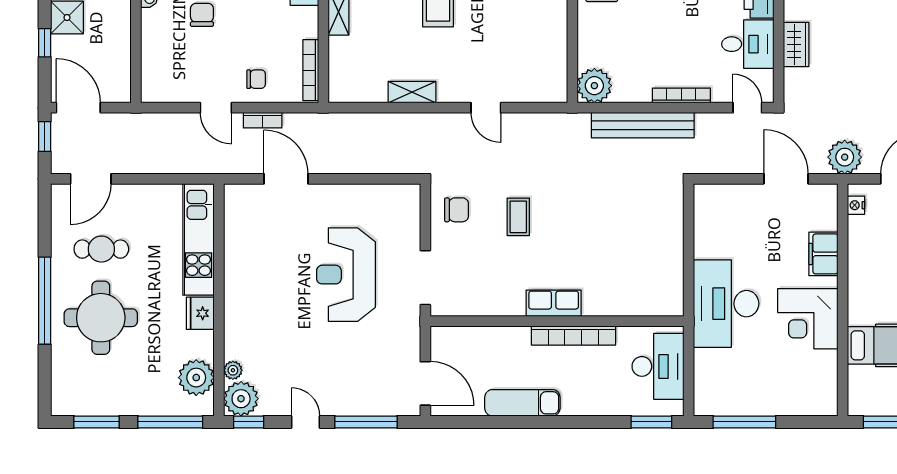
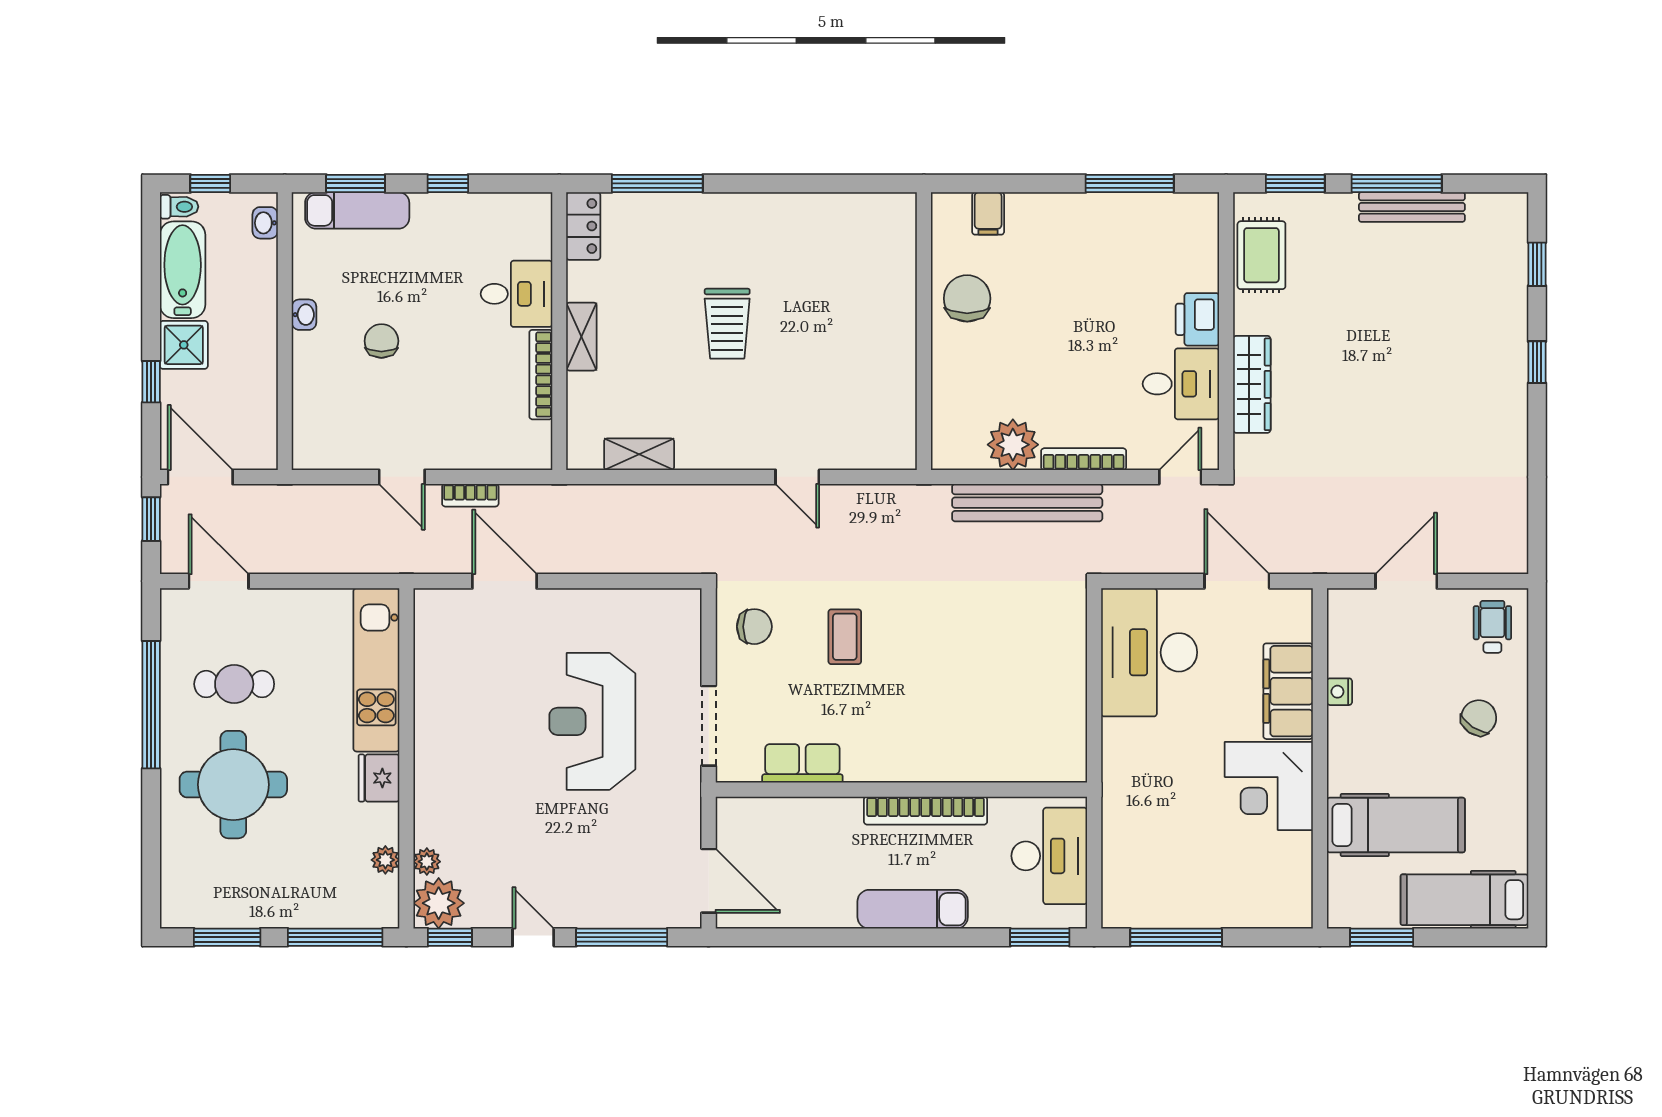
wardrobe: (796, 44) -> (1252, 384), width x1.50
bookcase: (311, 70) -> (541, 375), moved
chair: (256, 79) -> (461, 435), removed
plant: (594, 86) -> (1013, 445), moved
shelving: (412, 92) -> (639, 454), moved
door: (747, 108) -> (1180, 477), hinge flipped
plant: (845, 157) -> (1323, 549), removed
door: (91, 179) -> (219, 581), swing flipped
nightstand: (856, 205) -> (1339, 692), moved
filing cabinet: (823, 254) -> (1288, 691), width x1.50, depth x1.17
window: (45, 301) -> (151, 705), moved
row of seats: (554, 303) -> (802, 763), moved
desk: (726, 304) -> (1149, 652), moved
plant: (196, 378) -> (385, 860), width x0.53, depth x0.53
exam couch: (522, 403) -> (913, 909), moved

